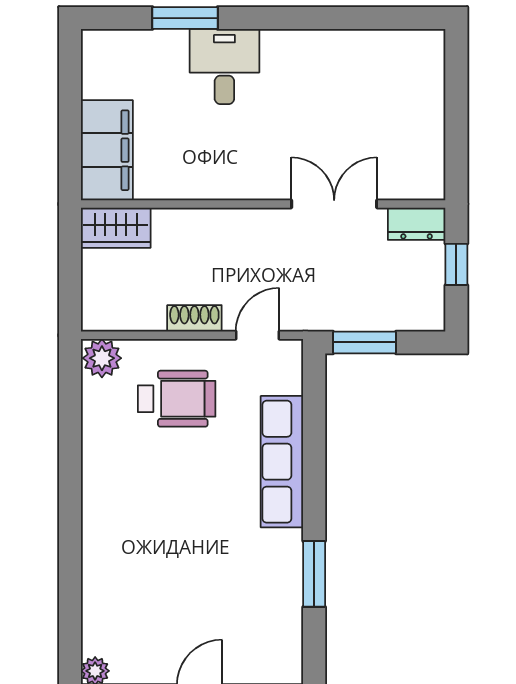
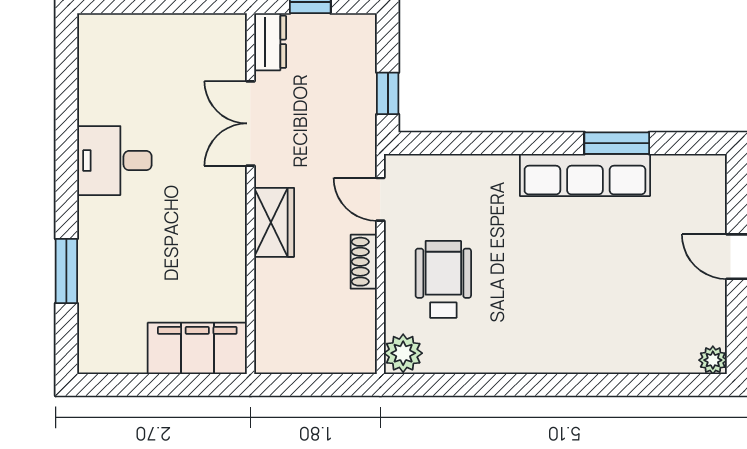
desk: (224, 67) -> (114, 161), moved
wardrobe: (116, 228) -> (274, 222), moved
window: (365, 342) -> (388, 93), width x0.67
row of seats: (282, 462) -> (585, 175), moved

